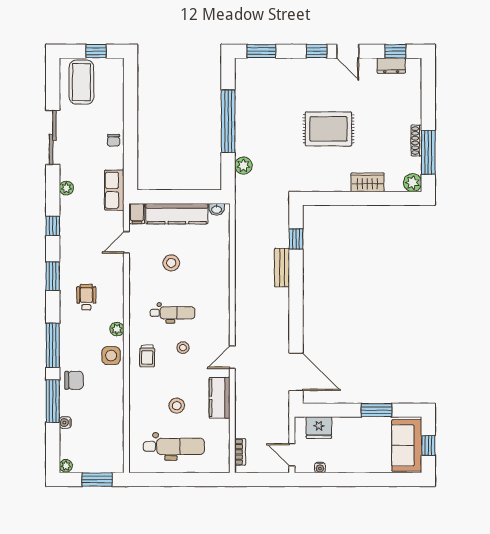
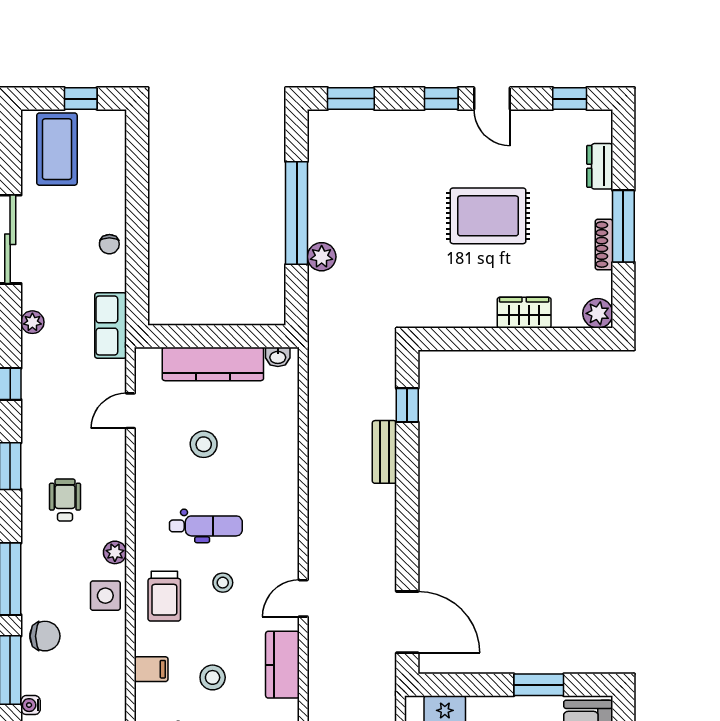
dresser: (391, 66) -> (600, 166), moved, turned 90
rug: (328, 129) -> (488, 216), moved
window: (428, 152) -> (623, 226), moved
plant: (243, 166) -> (322, 257), moved
filing cabinet: (137, 214) -> (151, 669), moved, turned -90
trolley: (147, 356) -> (164, 596), width x1.36, depth x1.39

